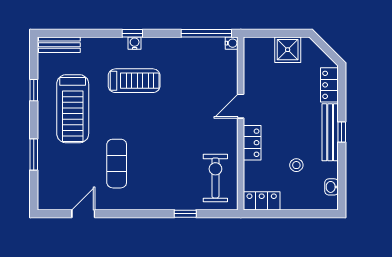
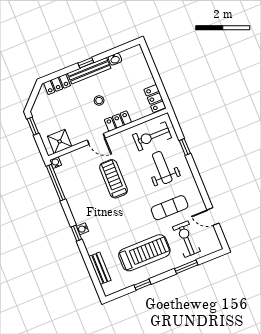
window: (289, 33) -> (33, 126), added
bench: (59, 45) -> (100, 268), moved
shower: (288, 50) -> (60, 141), moved
treadmill: (134, 81) -> (113, 179), moved
stool: (296, 165) -> (99, 101), moved
exercise bike: (68, 169) -> (186, 239), added
weight bench: (171, 175) -> (162, 168), added
washbasin: (332, 187) -> (115, 59), moved

